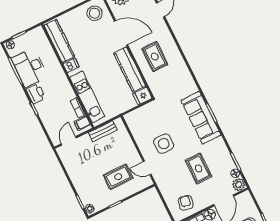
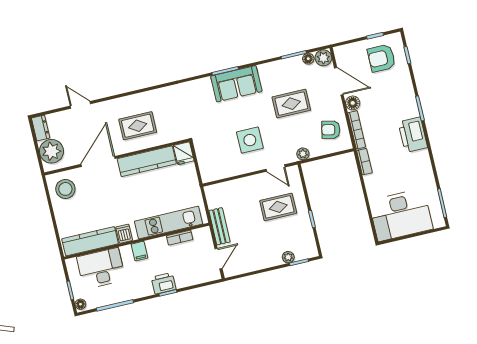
desk: (30, 68) -> (101, 268), moved, turned 180
printer: (36, 94) -> (164, 283), moved
sofa: (201, 118) -> (236, 84), width x0.73
filing cabinet: (82, 123) -> (139, 251), moved
bench: (103, 131) -> (219, 226), moved
door: (69, 141) -> (219, 259), swing flipped
door: (147, 168) -> (276, 168), hinge flipped
rug: (118, 177) -> (278, 207), turned 90
plant: (163, 186) -> (303, 154), added
plant: (90, 209) -> (288, 257), moved

